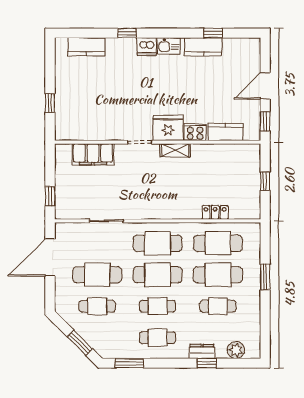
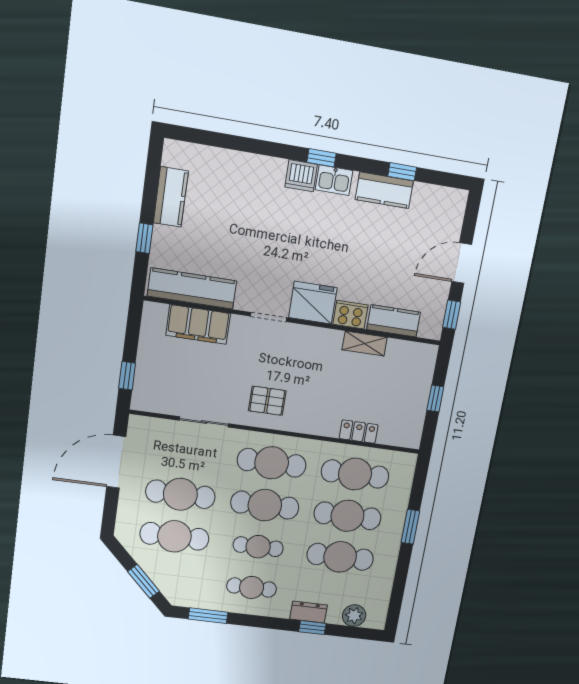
window: (127, 33) -> (321, 158), moved
kitchen counter: (86, 47) -> (171, 197), moved, turned -90
kitchen counter: (86, 131) -> (192, 288), added
shelving: (175, 150) -> (365, 344), moved
pallet: (148, 200) -> (267, 401), added
cafe table: (97, 306) -> (174, 536), width x1.37, depth x1.35
cafe table: (218, 306) -> (340, 557), width x1.37, depth x1.35

